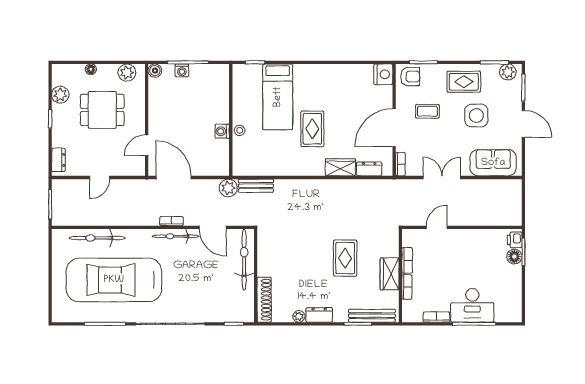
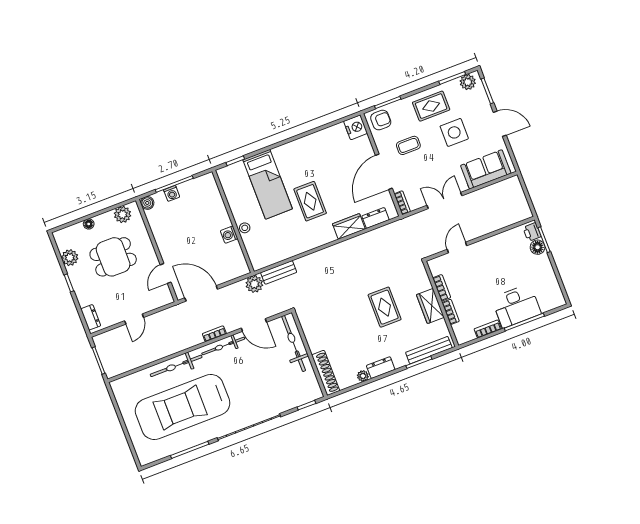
bicycle: (97, 238) -> (176, 366), moved

